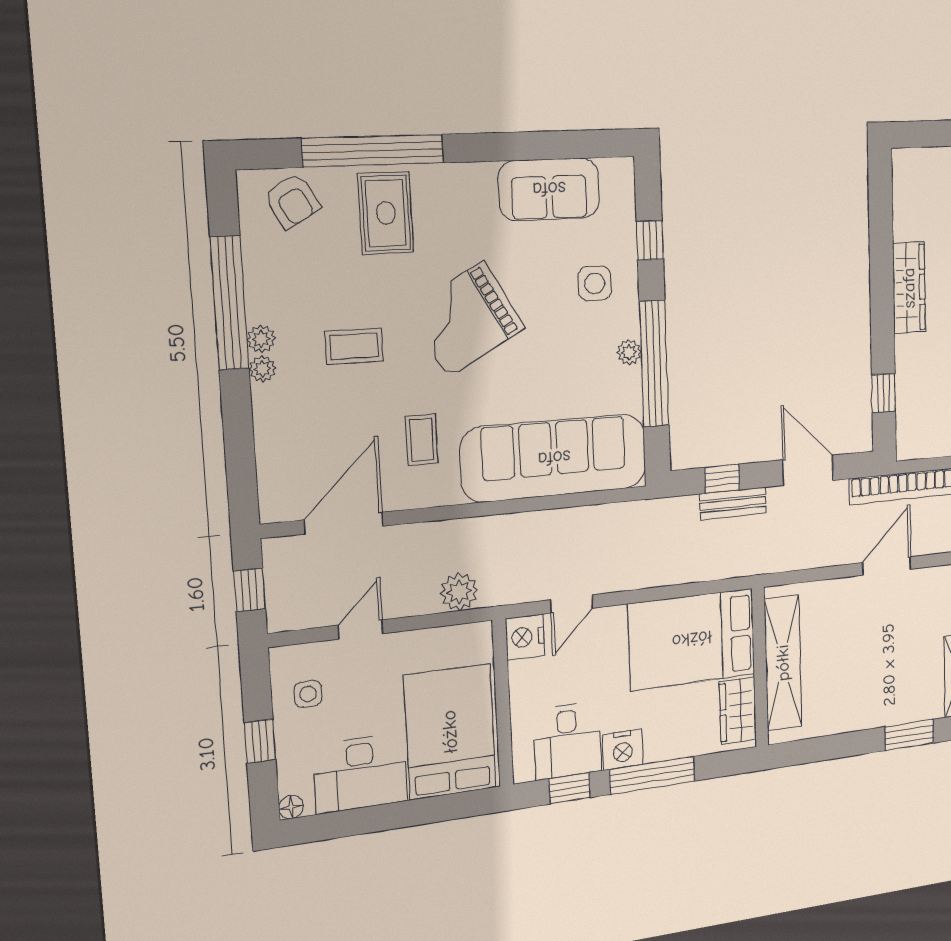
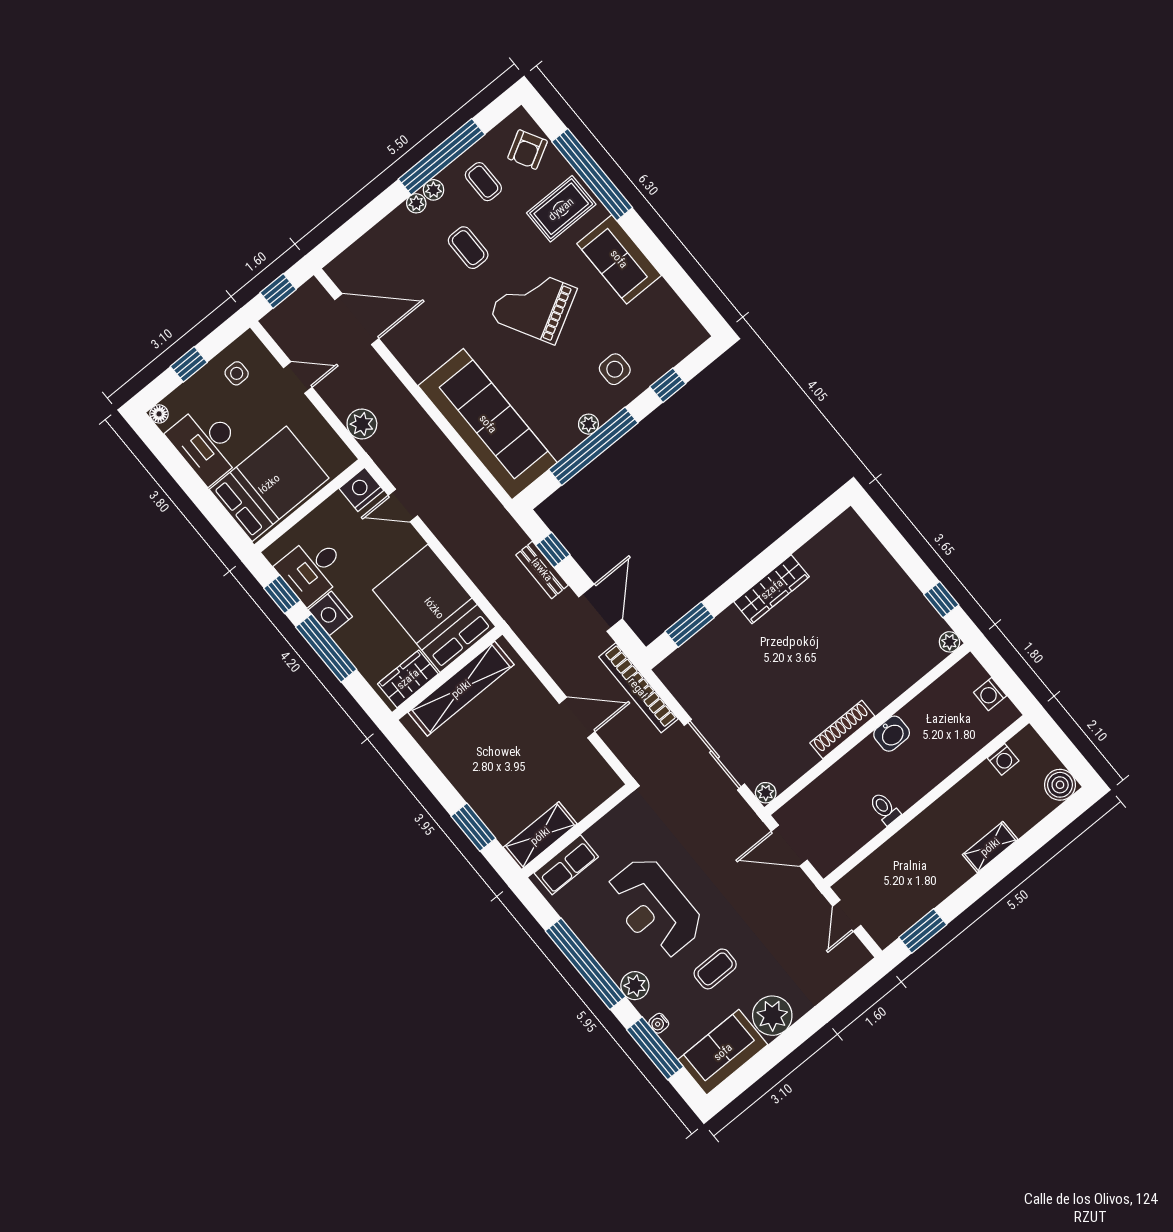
sofa: (549, 189) -> (619, 259), moved
window: (884, 393) -> (690, 625), width x1.50
coffee table: (422, 440) -> (483, 182), moved, turned 90

